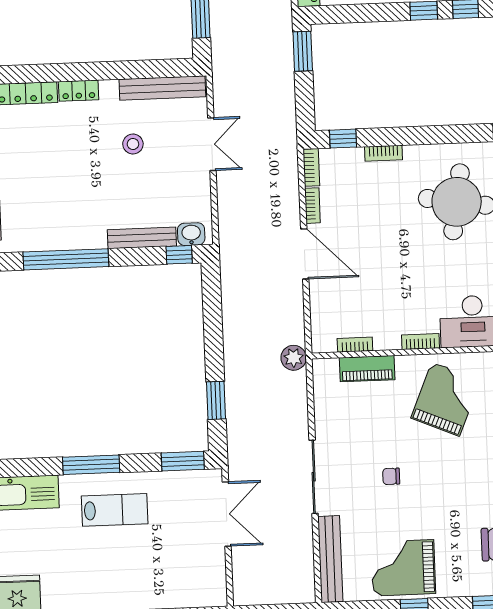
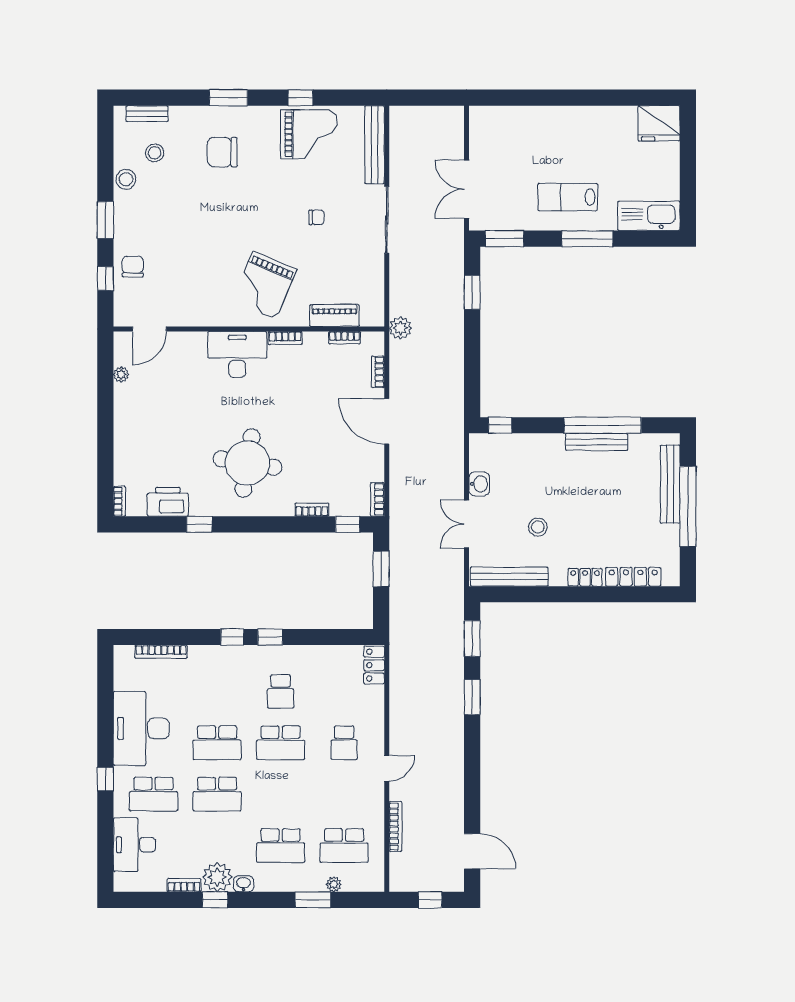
window: (303, 51) -> (381, 569), moved
bookcase: (312, 206) -> (378, 372), moved
washbasin: (191, 234) -> (479, 484), moved, turned -90
bench: (142, 238) -> (597, 442), moved

